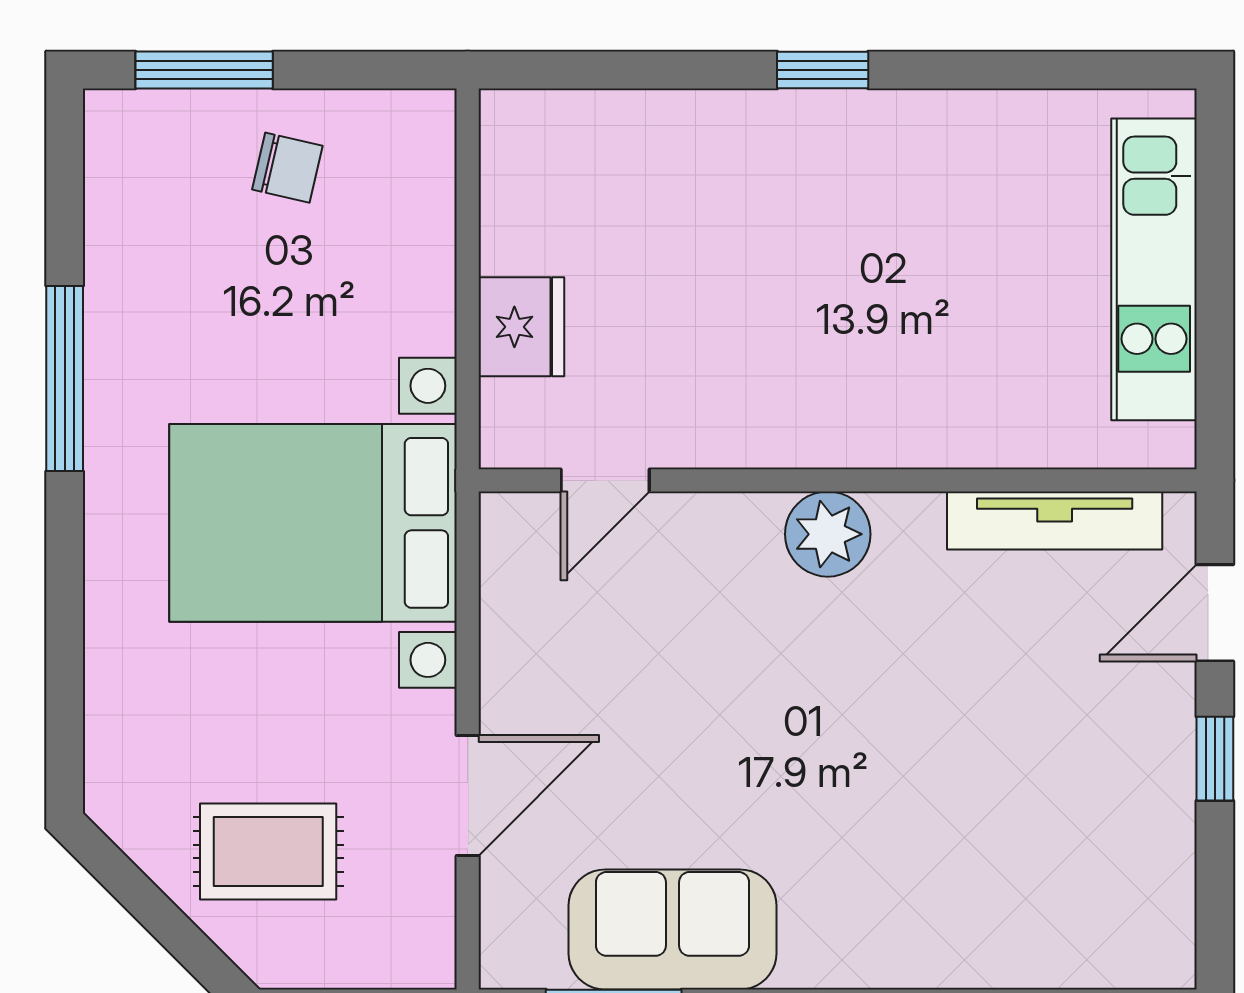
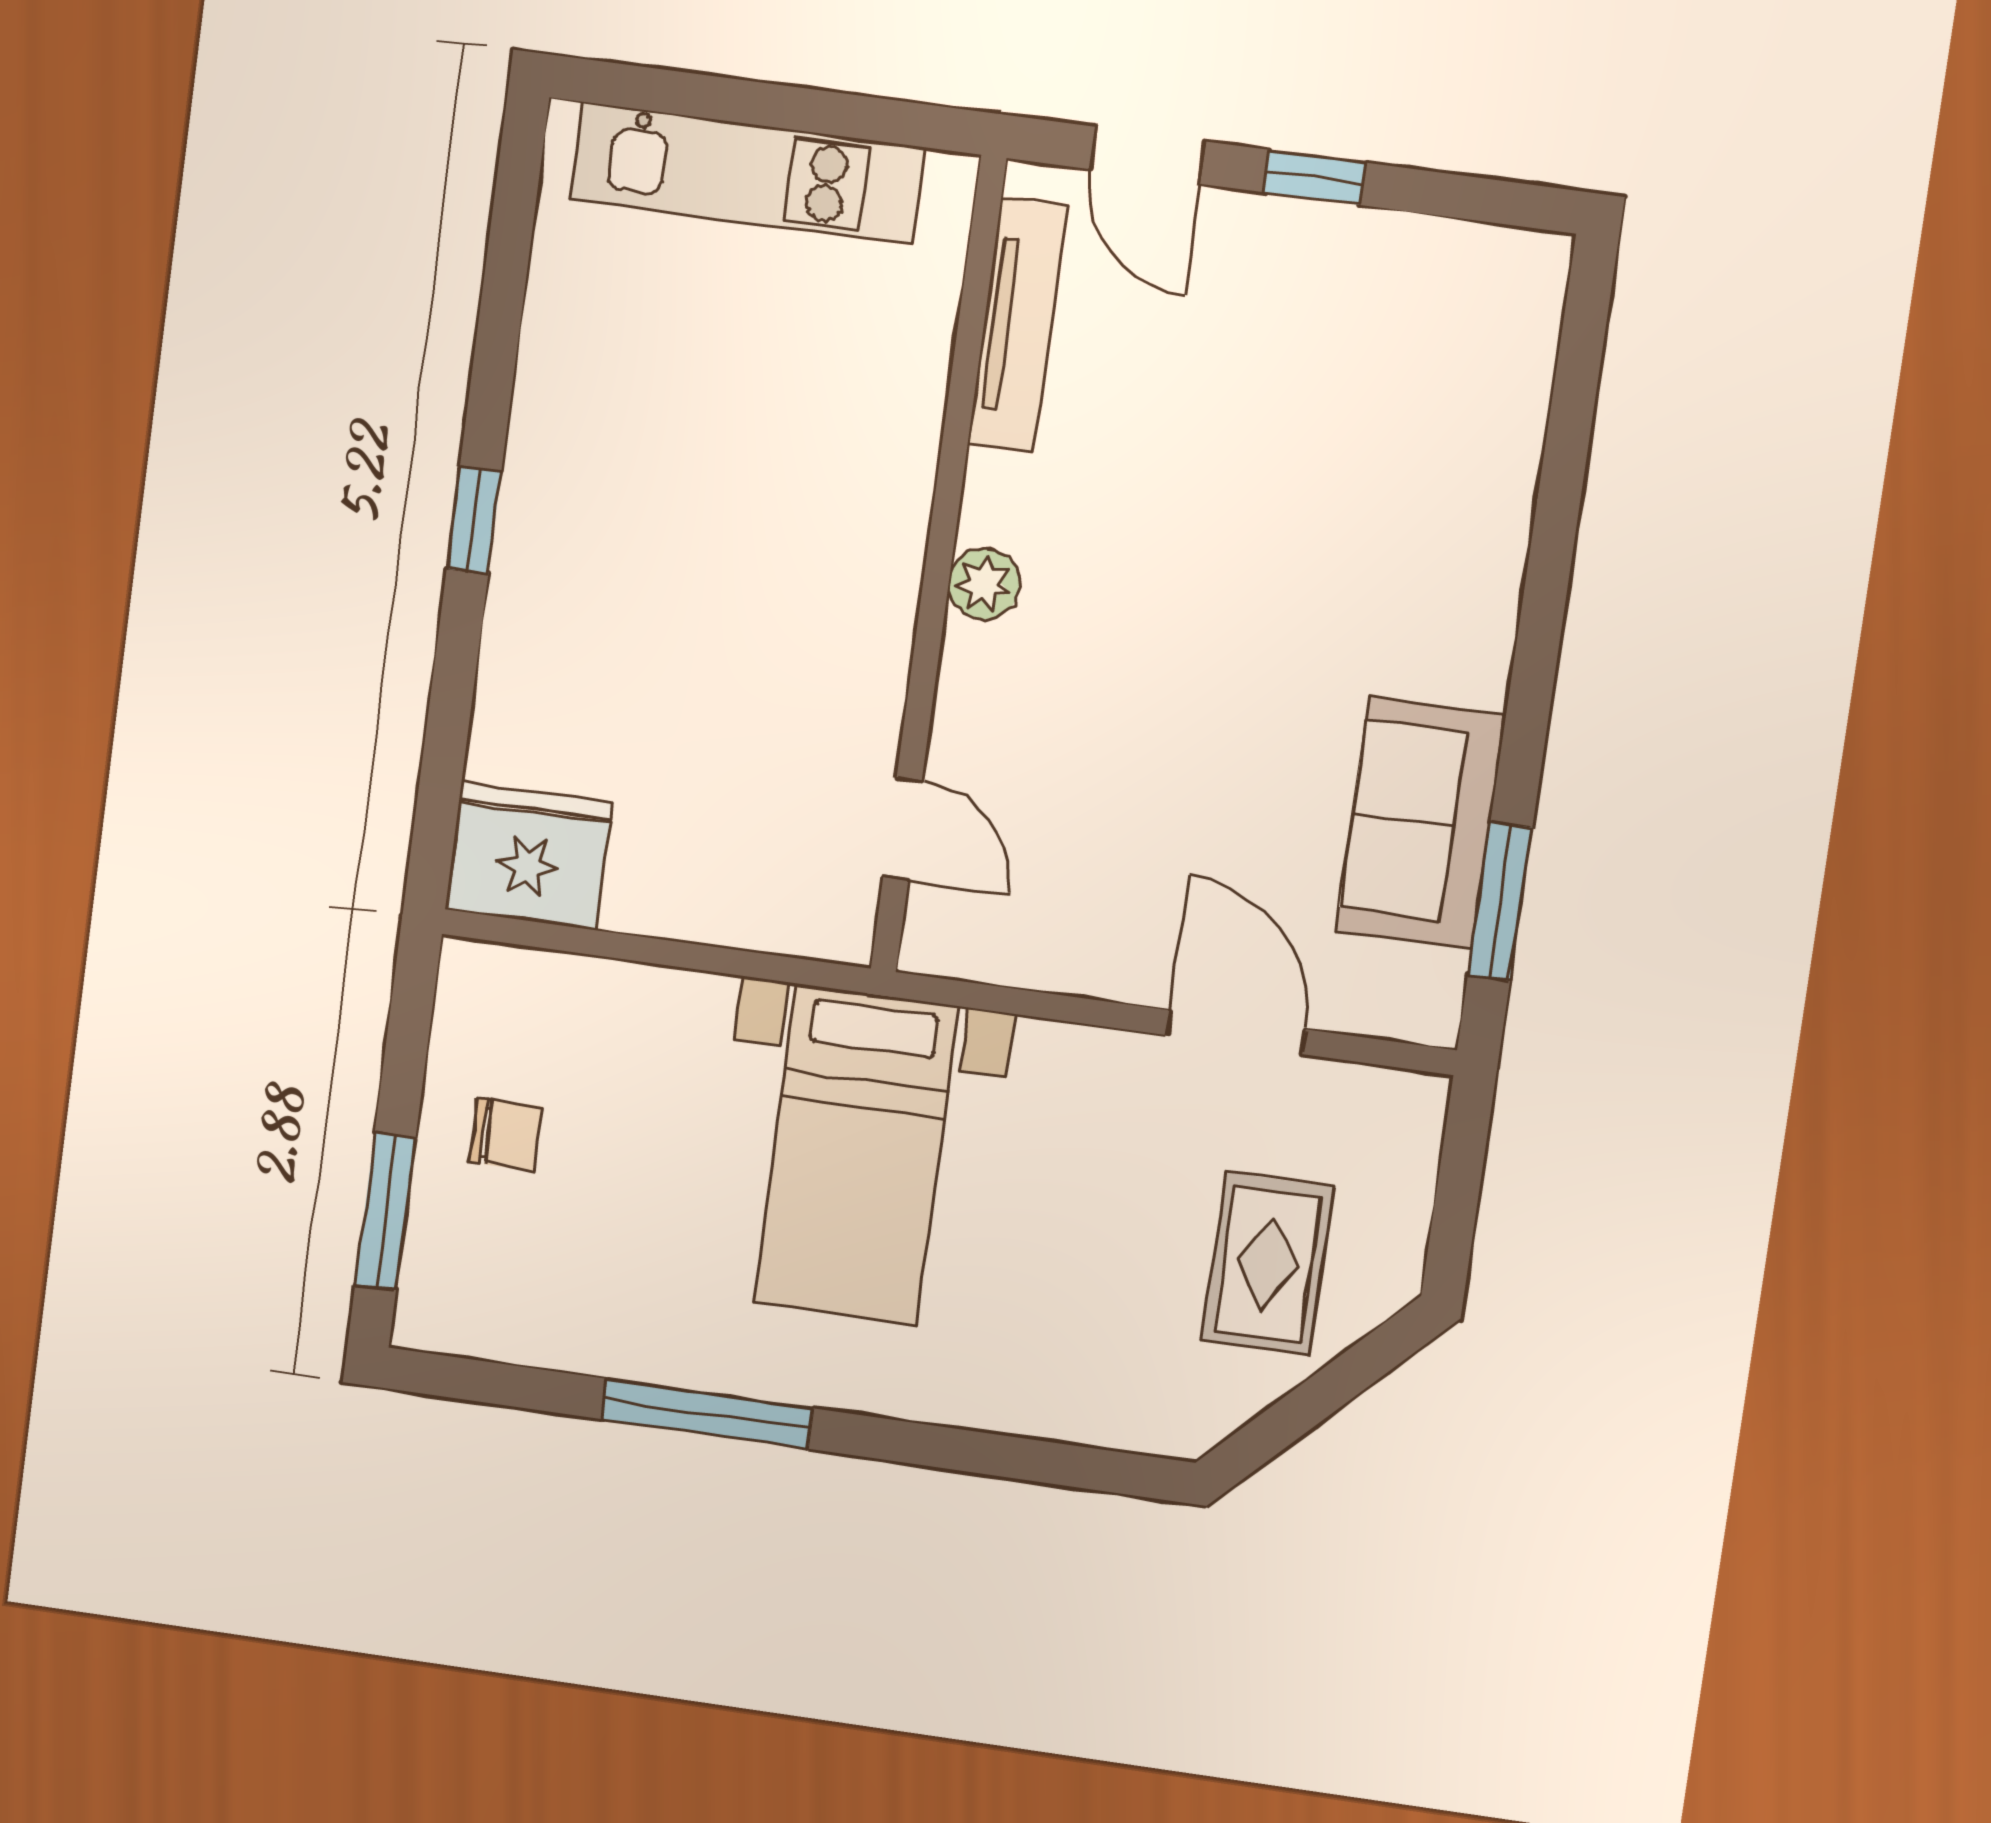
chair: (287, 168) -> (506, 1134), turned 77
fridge: (521, 327) -> (529, 856), moved, width x1.36, depth x1.34
bed with nightstands: (313, 523) -> (857, 1155), width x0.73
plant: (828, 534) -> (984, 584), width x0.73, depth x0.73

